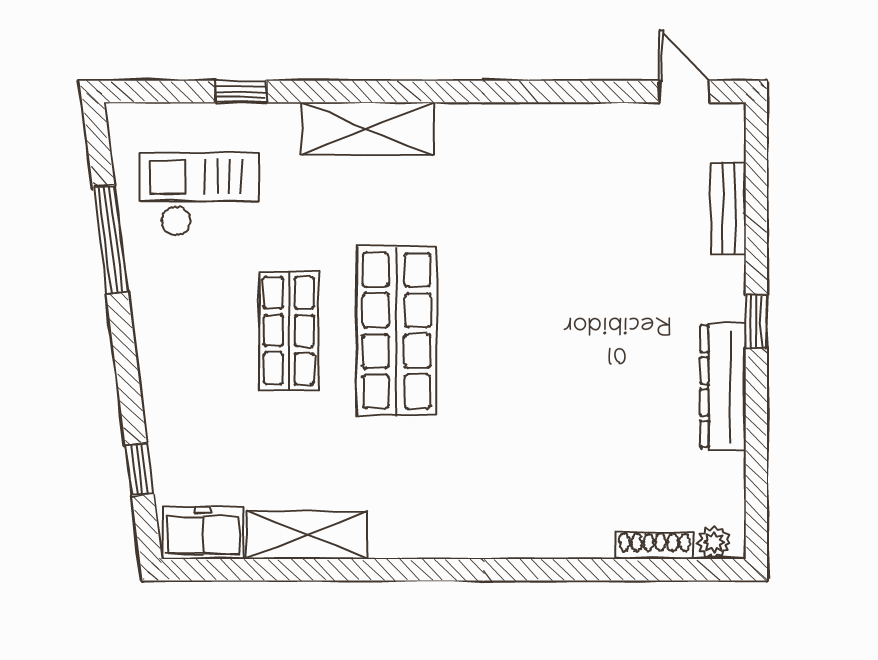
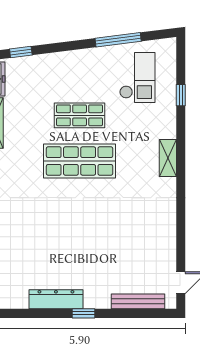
shelving: (368, 129) -> (168, 158), width x0.67, depth x0.75
bench: (728, 209) -> (138, 301), width x1.36

